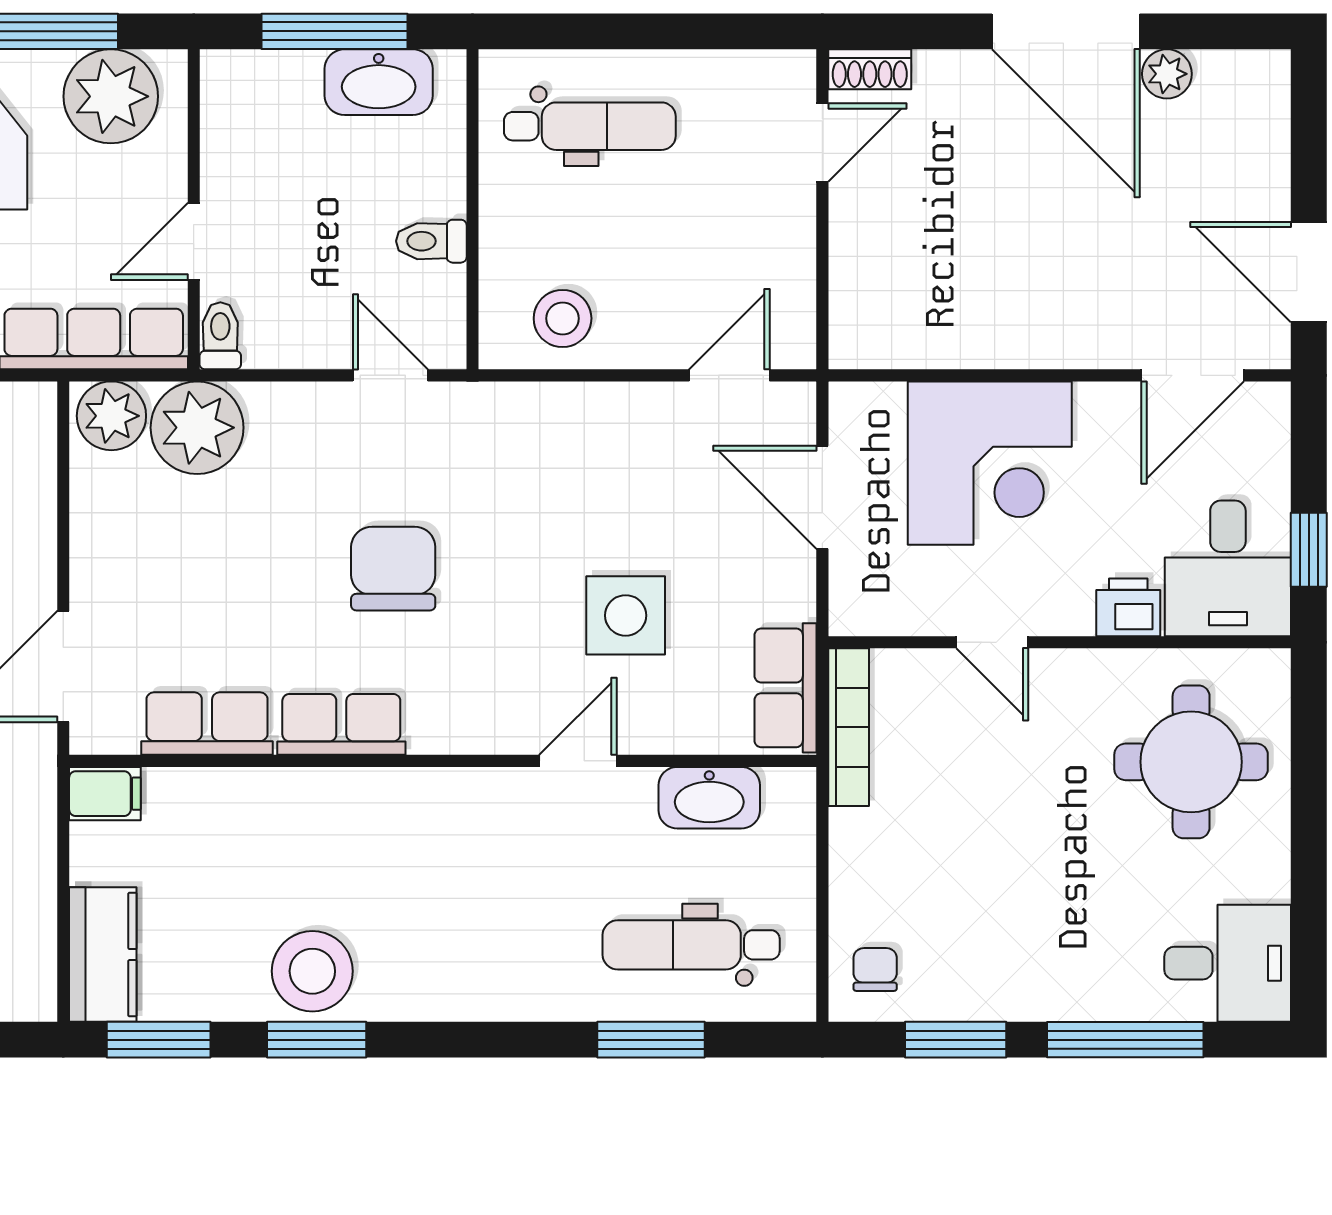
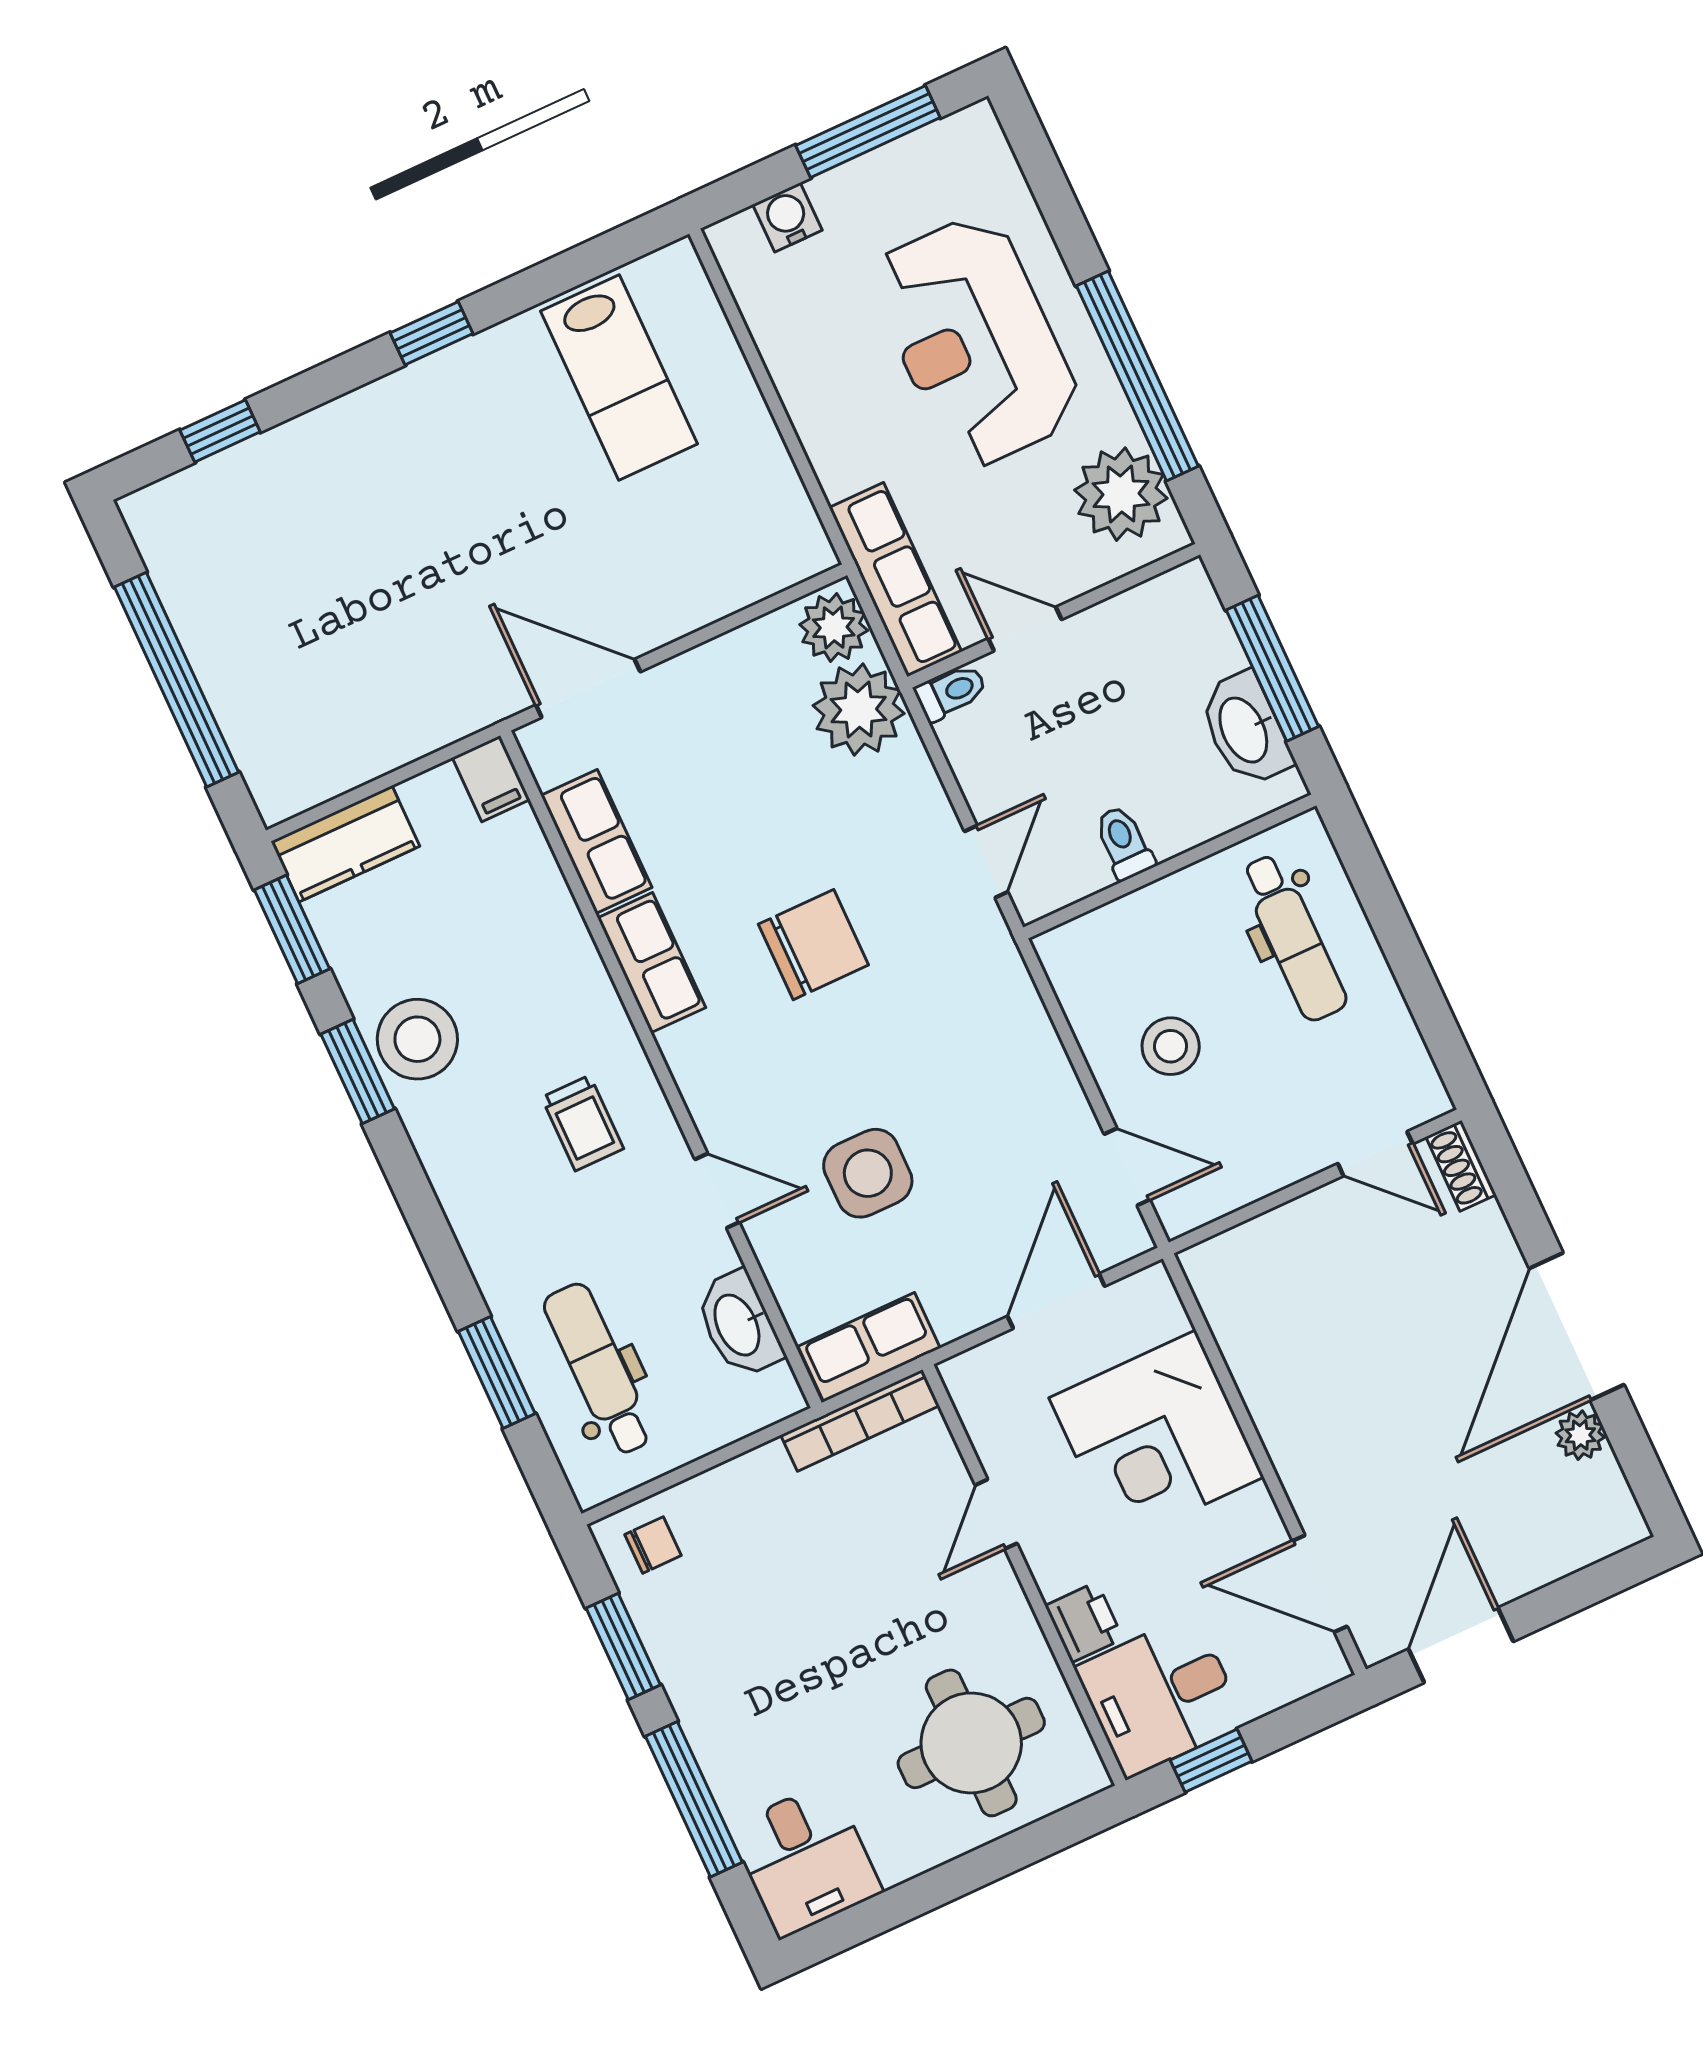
stool: (563, 318) -> (1171, 1046), moved
trolley: (459, 855) -> (583, 1123), added

